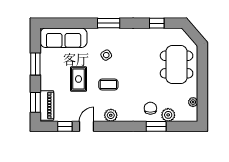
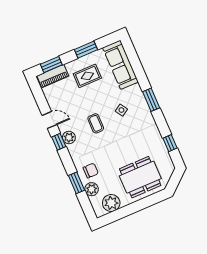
rug: (79, 79) -> (87, 76), moved
plant: (193, 102) -> (111, 203), width x1.87, depth x1.87
window: (65, 126) -> (59, 142), moved

